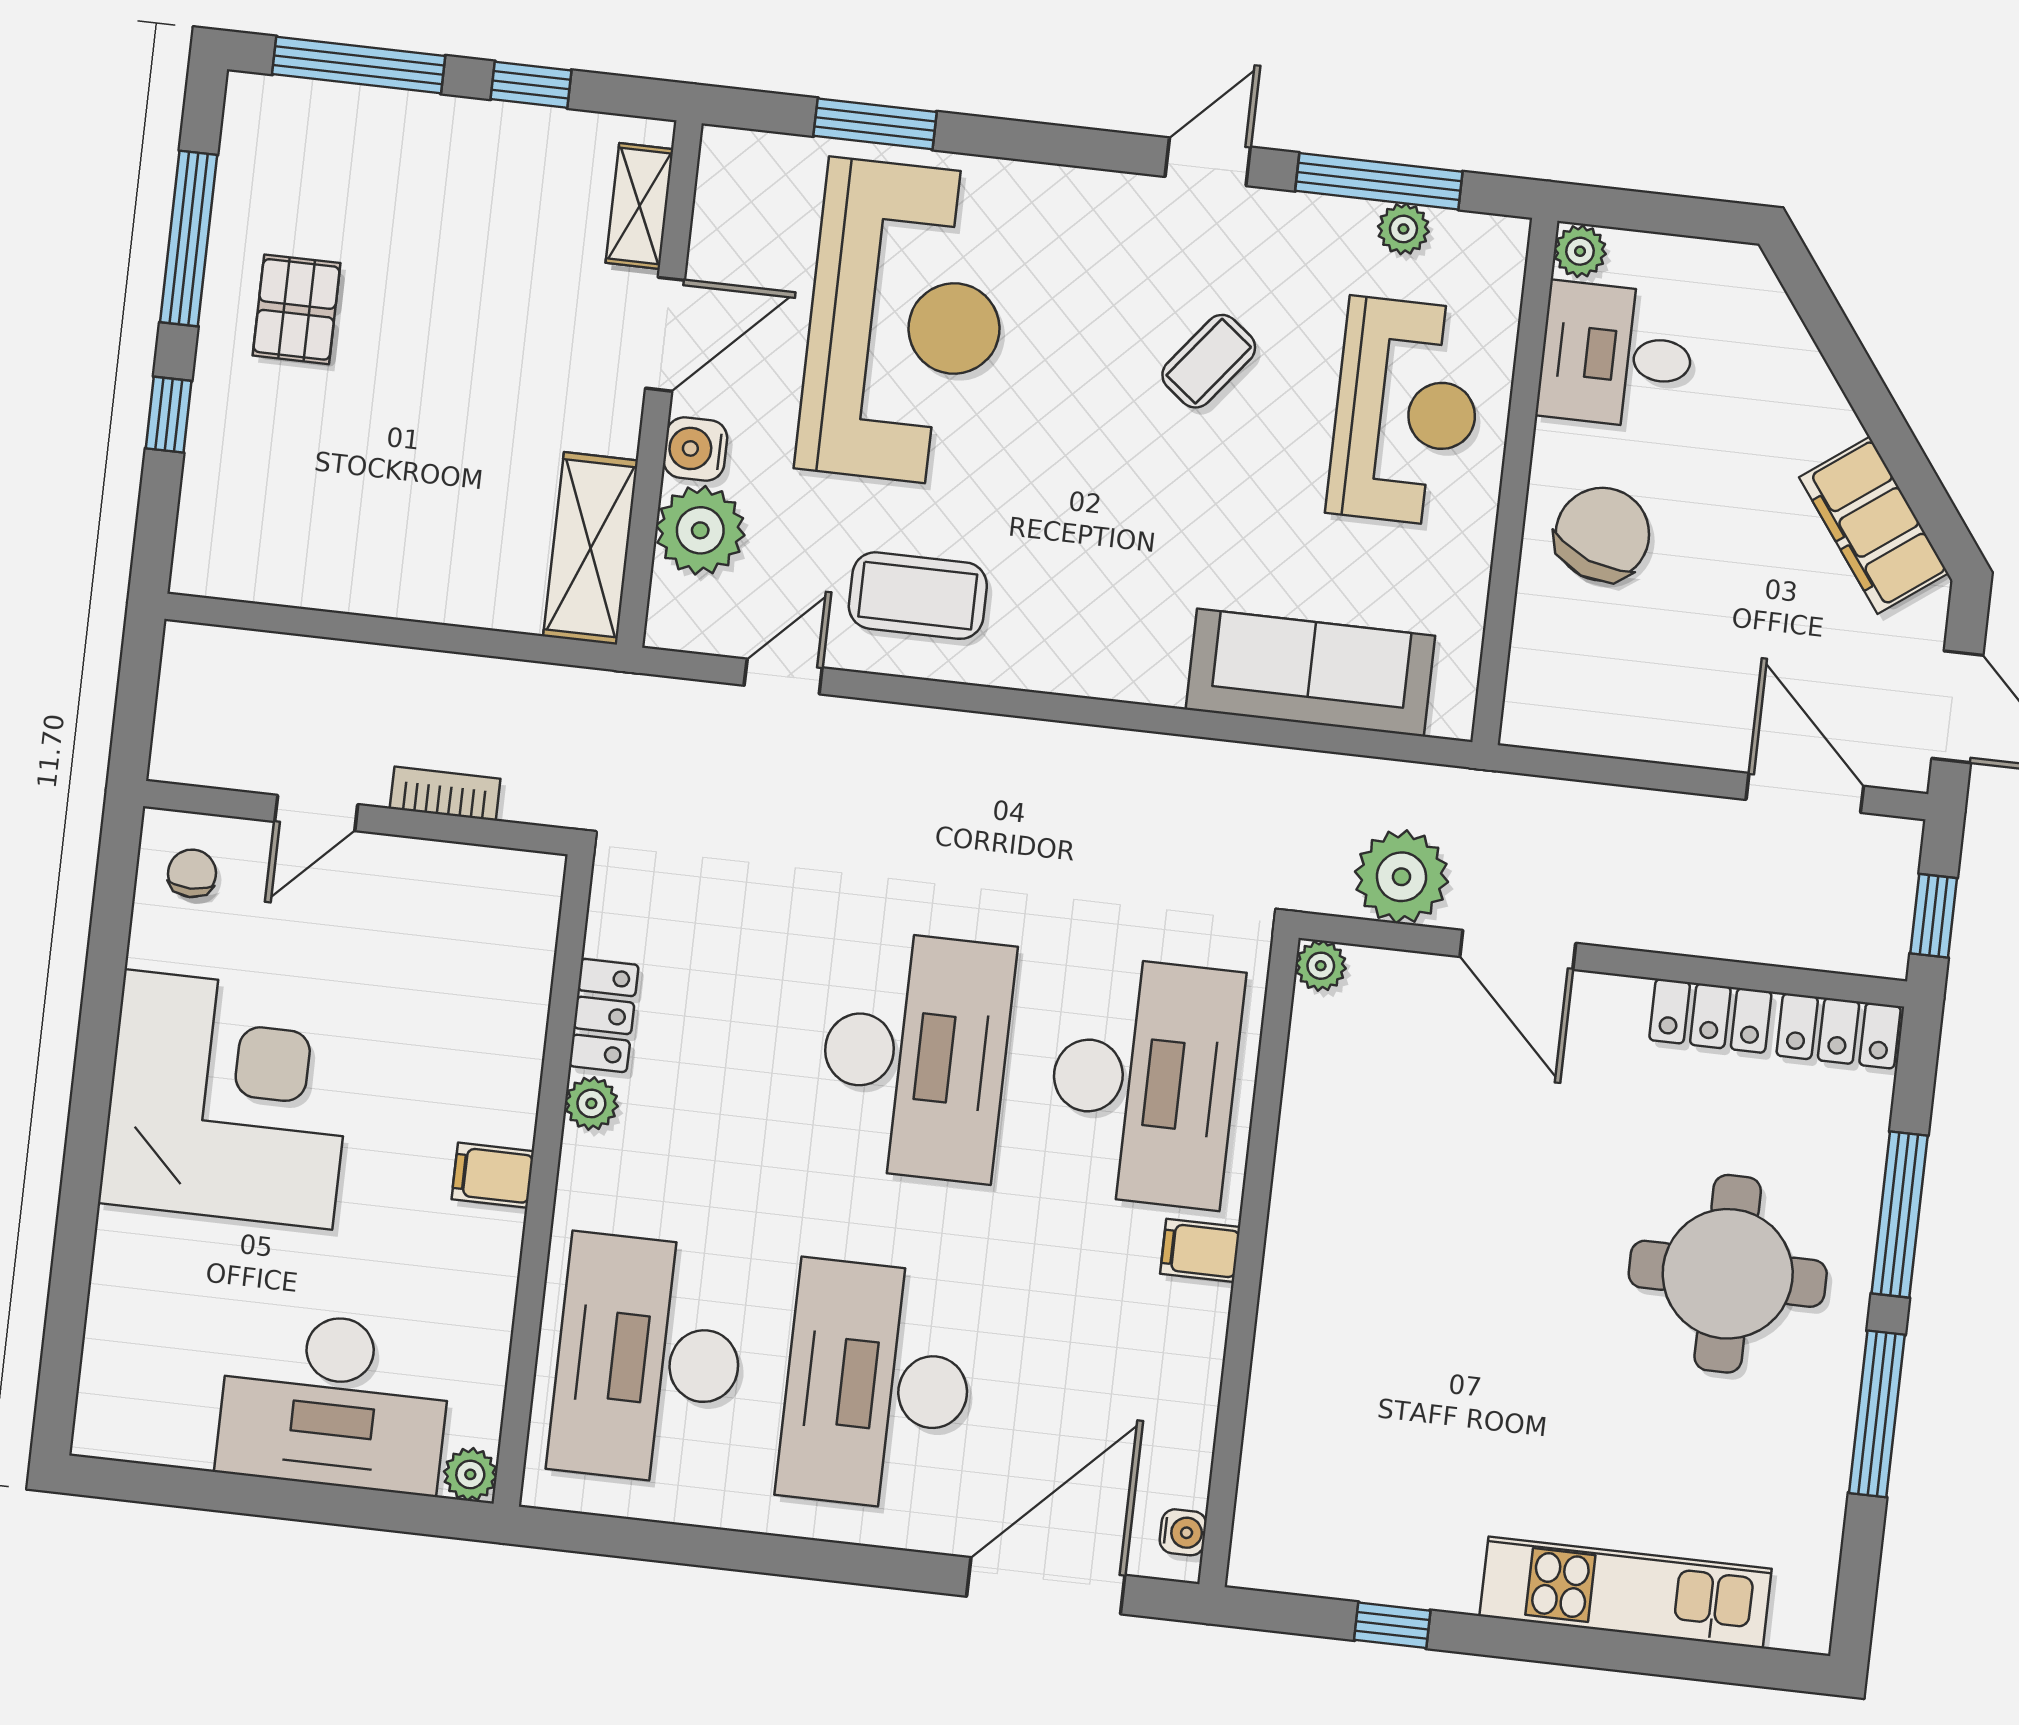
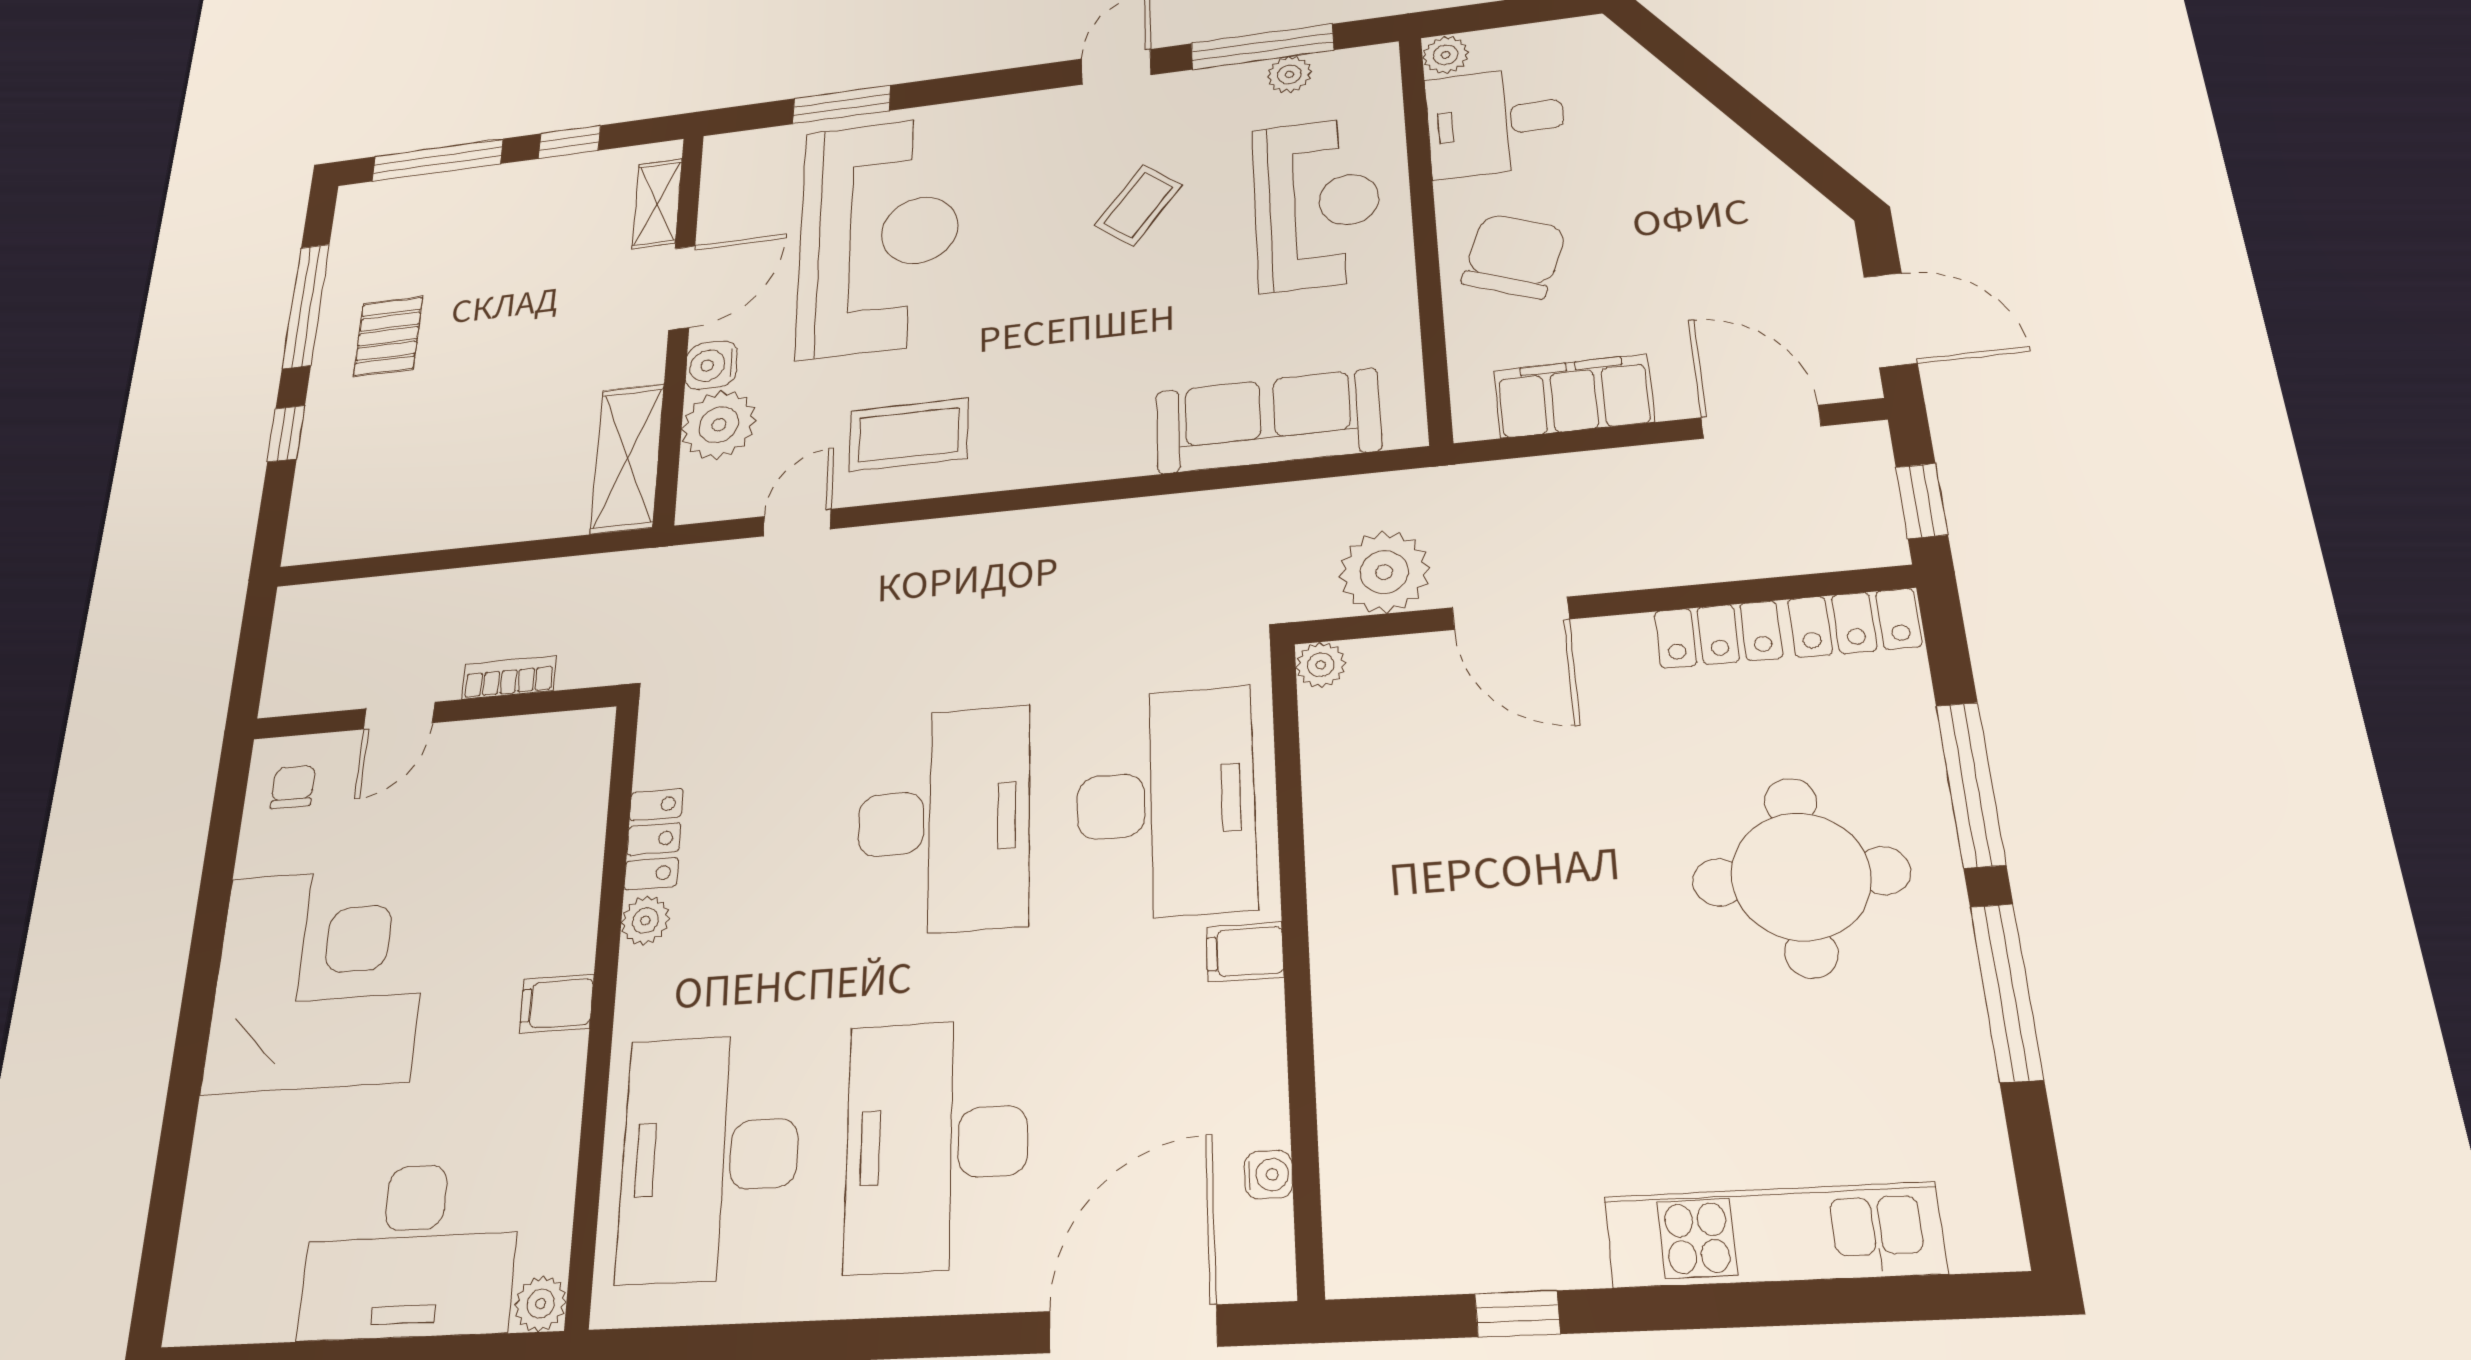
filing cabinet: (1874, 525) -> (1574, 396), moved, turned 126
water cooler: (1183, 1532) -> (1268, 1175), moved

